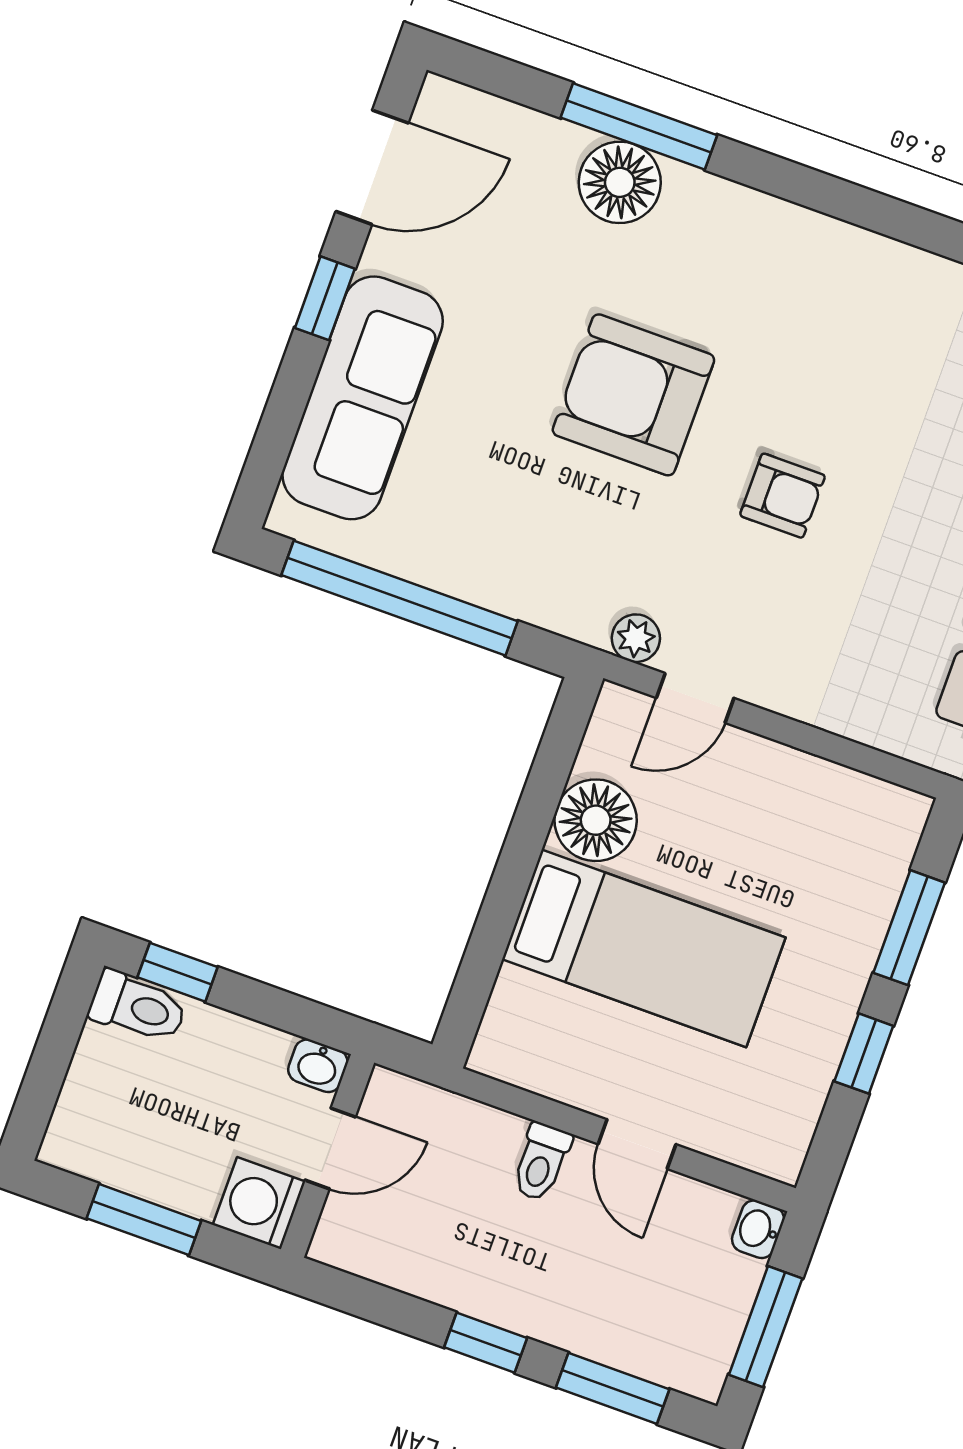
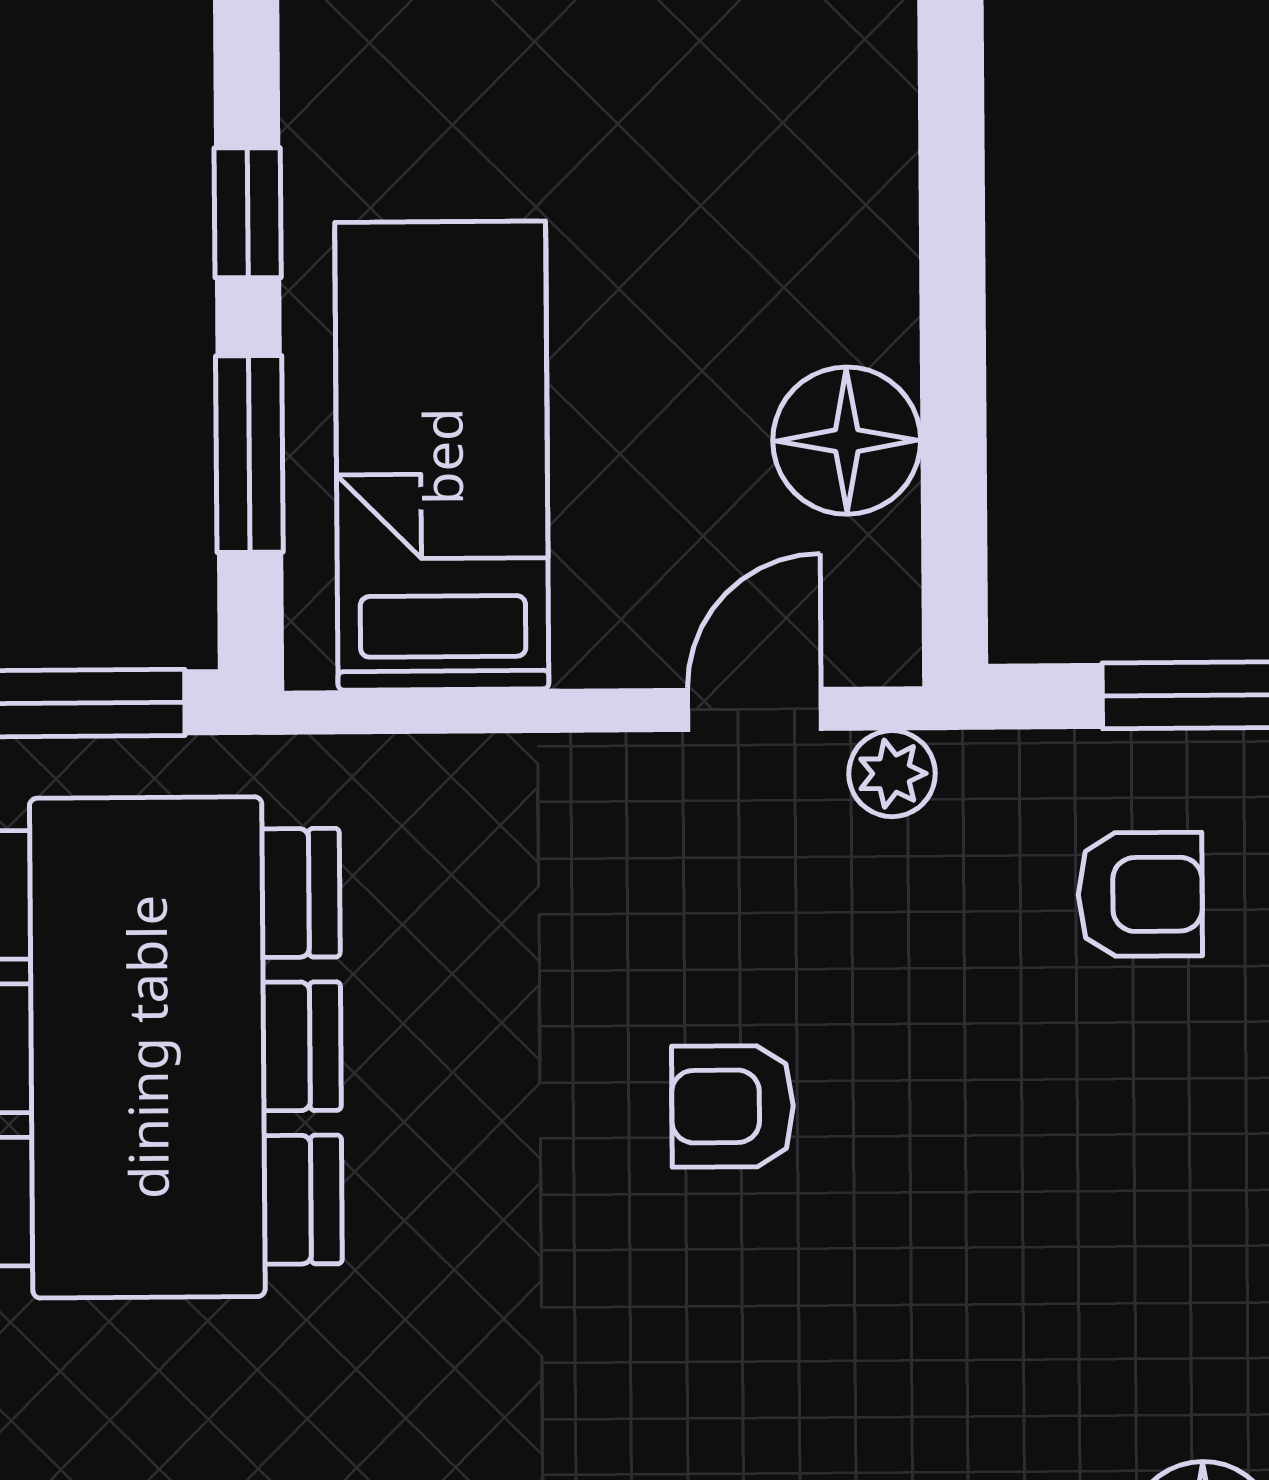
armchair: (633, 395) -> (1140, 894), moved, width x0.53, depth x0.53
bed: (644, 948) -> (442, 456), moved, turned 90

